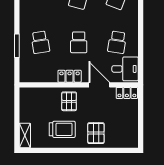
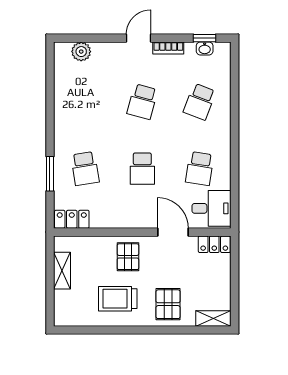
locker: (70, 76) -> (72, 219), moved
trolley: (62, 129) -> (118, 299), turned 180
shelving: (25, 135) -> (62, 271), moved
shelving: (126, 143) -> (213, 318), added

